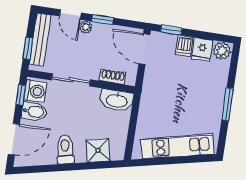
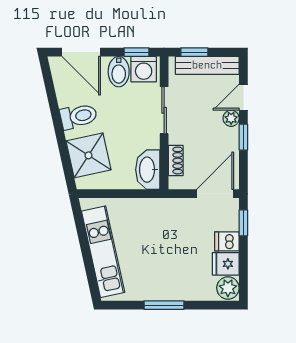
shower: (98, 150) -> (88, 155), width x1.36, depth x1.36

